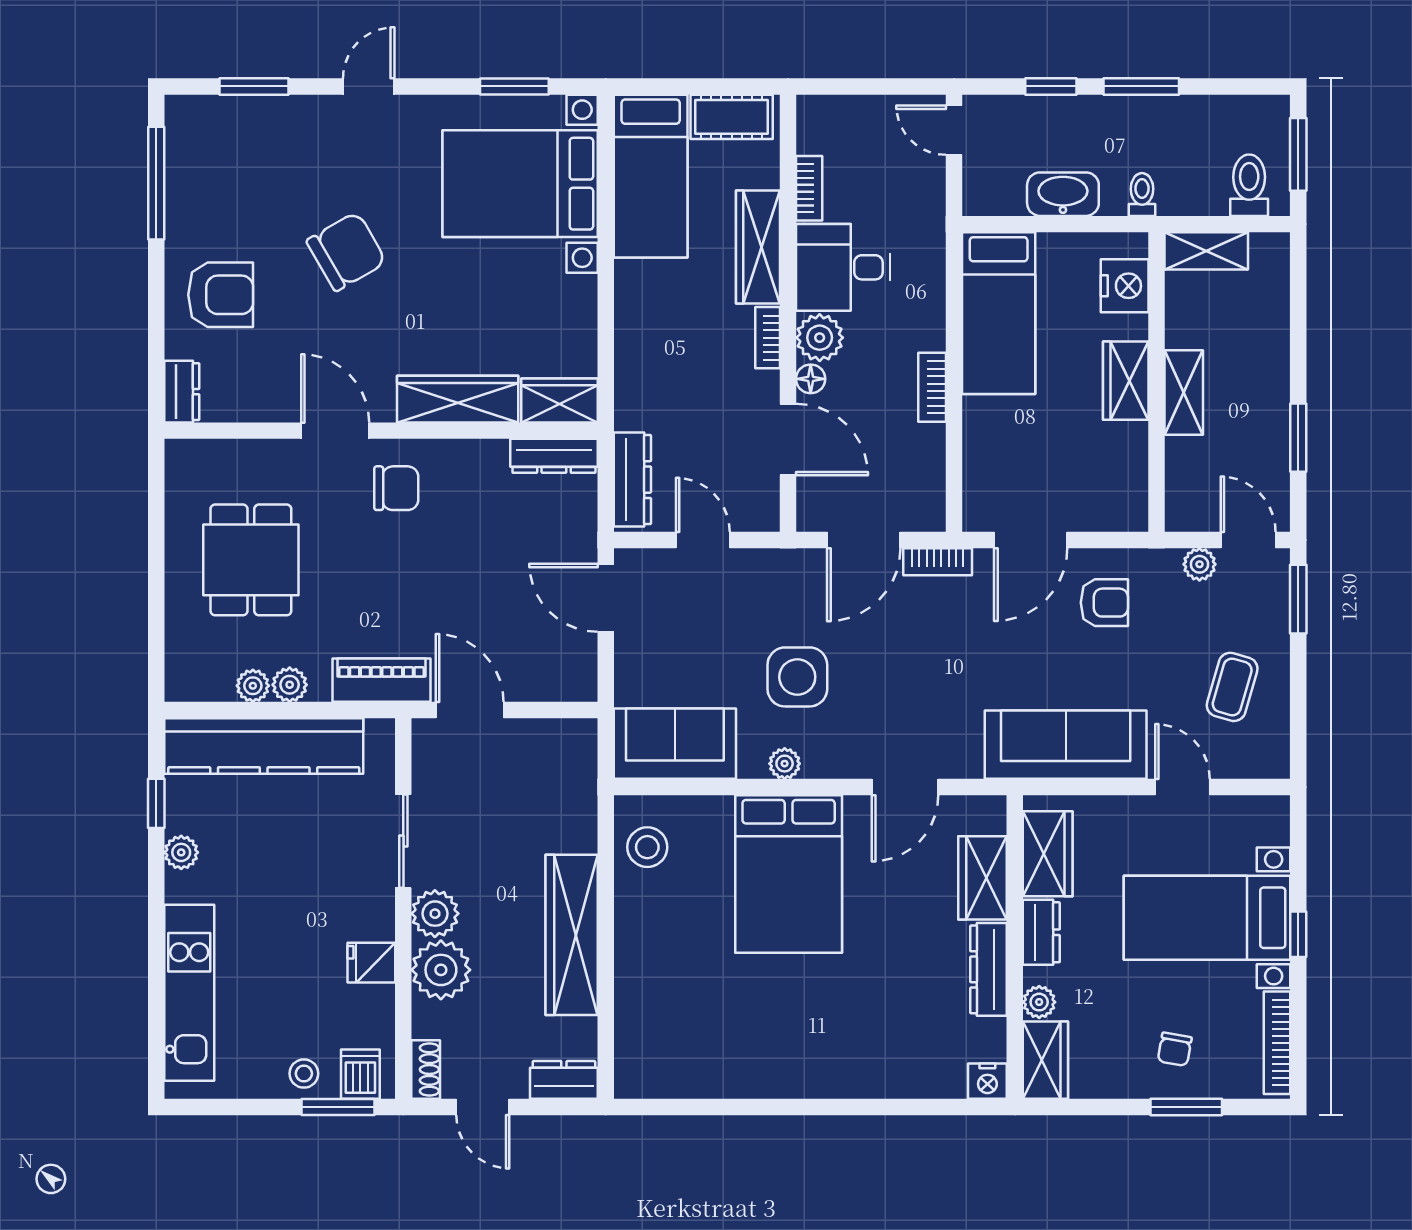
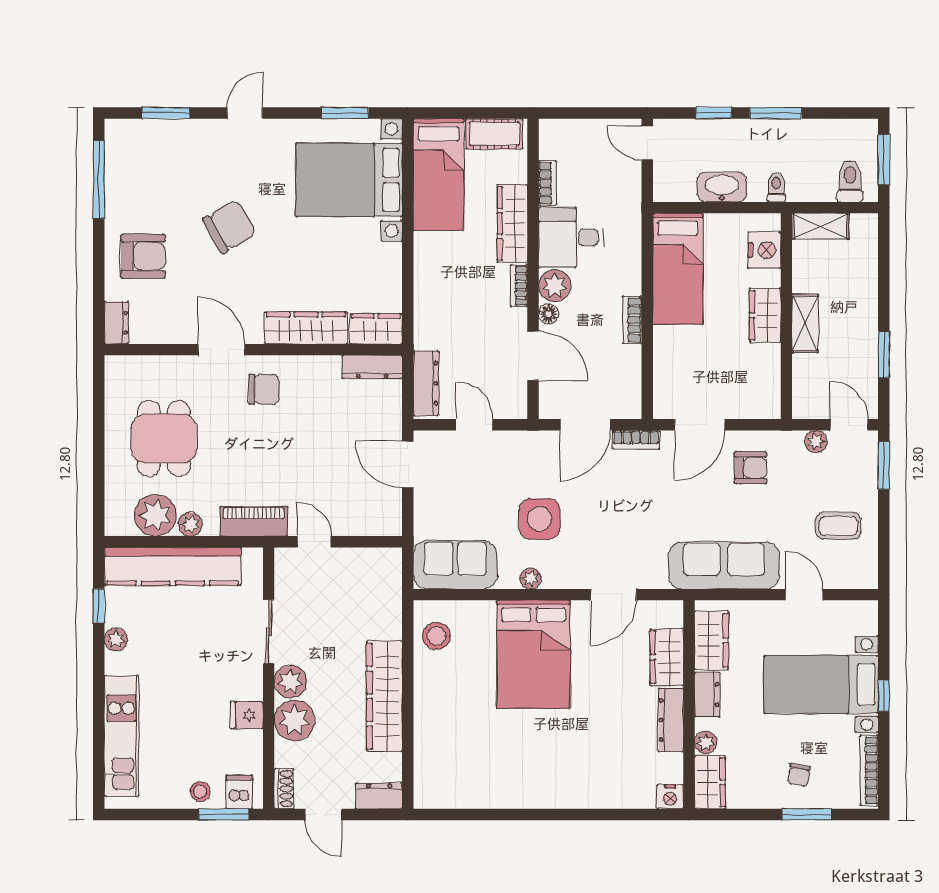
plant: (253, 686) -> (155, 515), width x1.88, depth x1.88
coffee table: (1232, 687) -> (838, 526), turned 74
door: (470, 710) -> (314, 542), width x0.73

